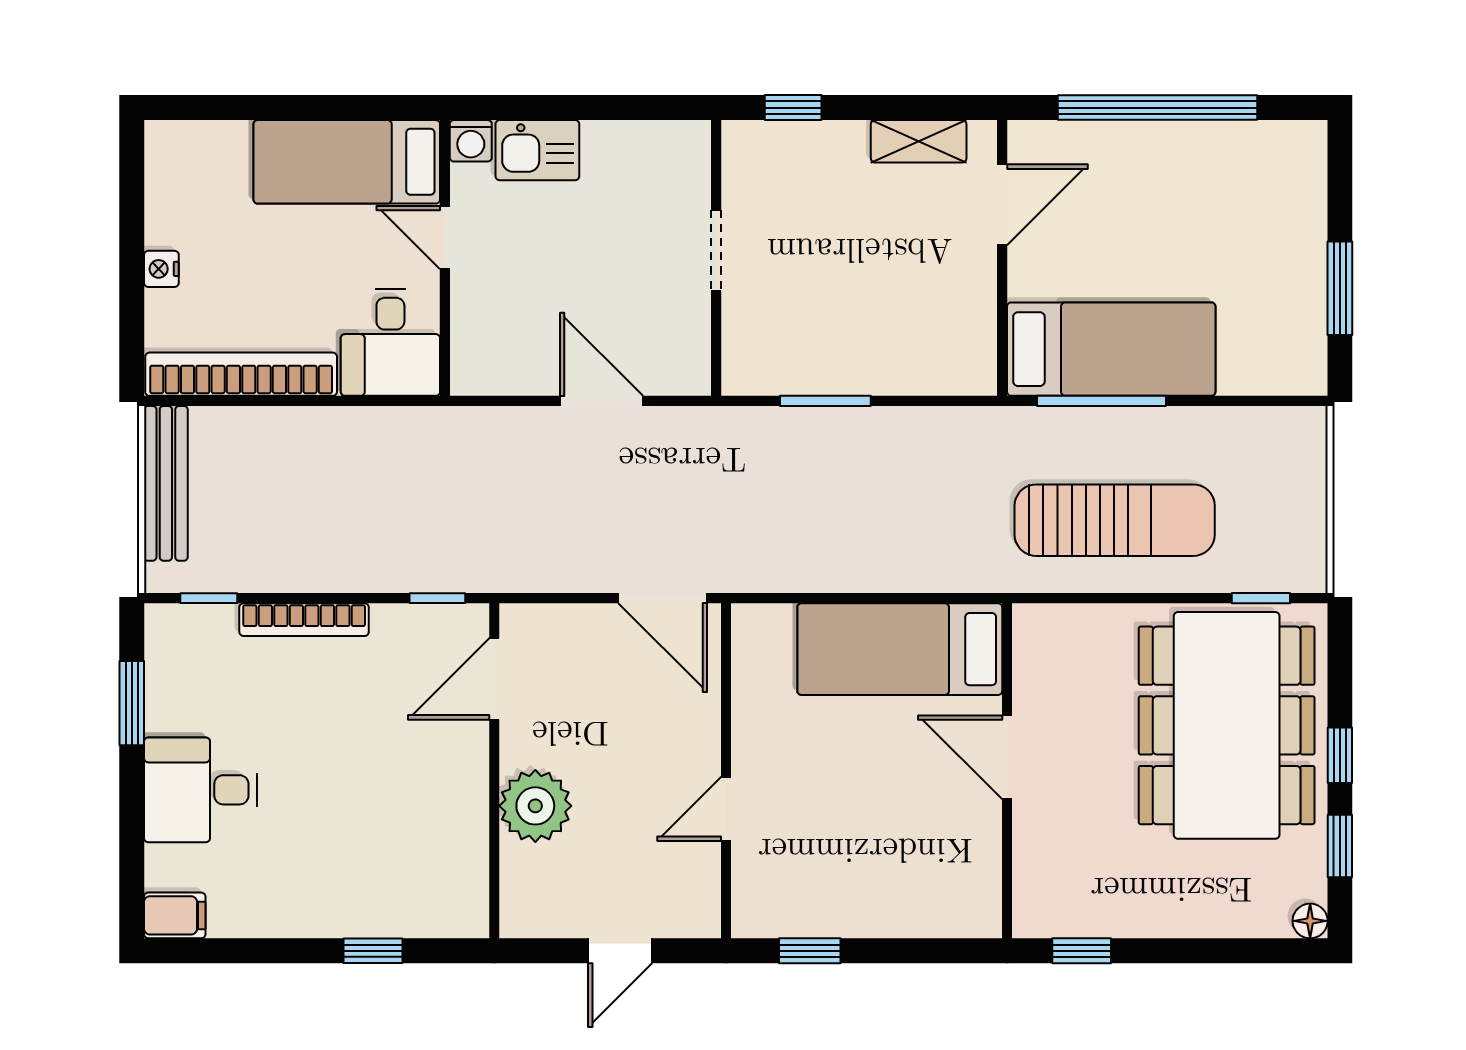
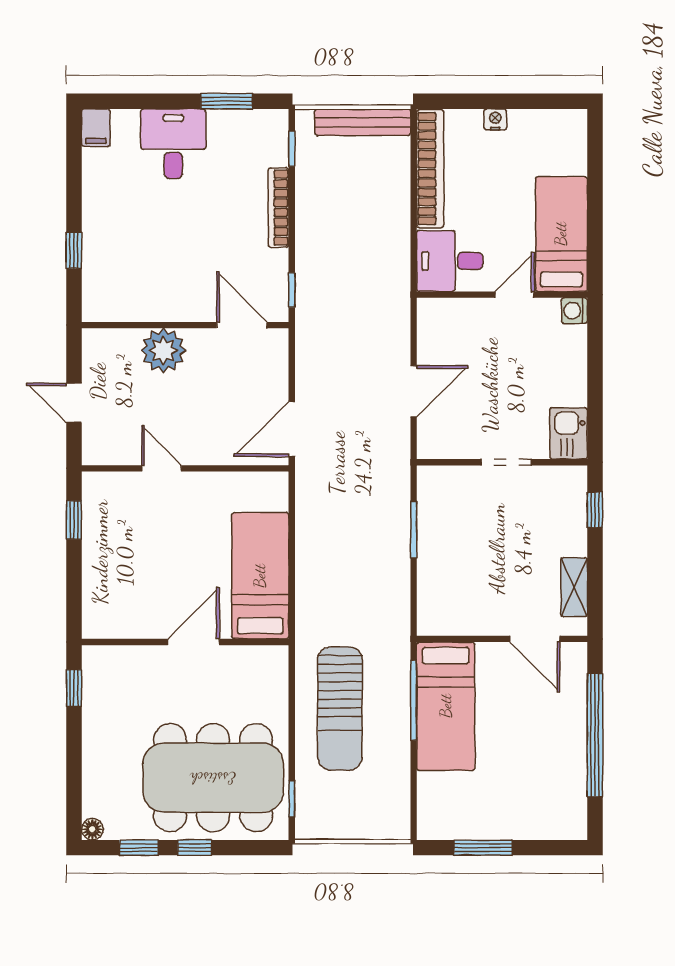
kitchen sink: (537, 150) -> (569, 433), moved

